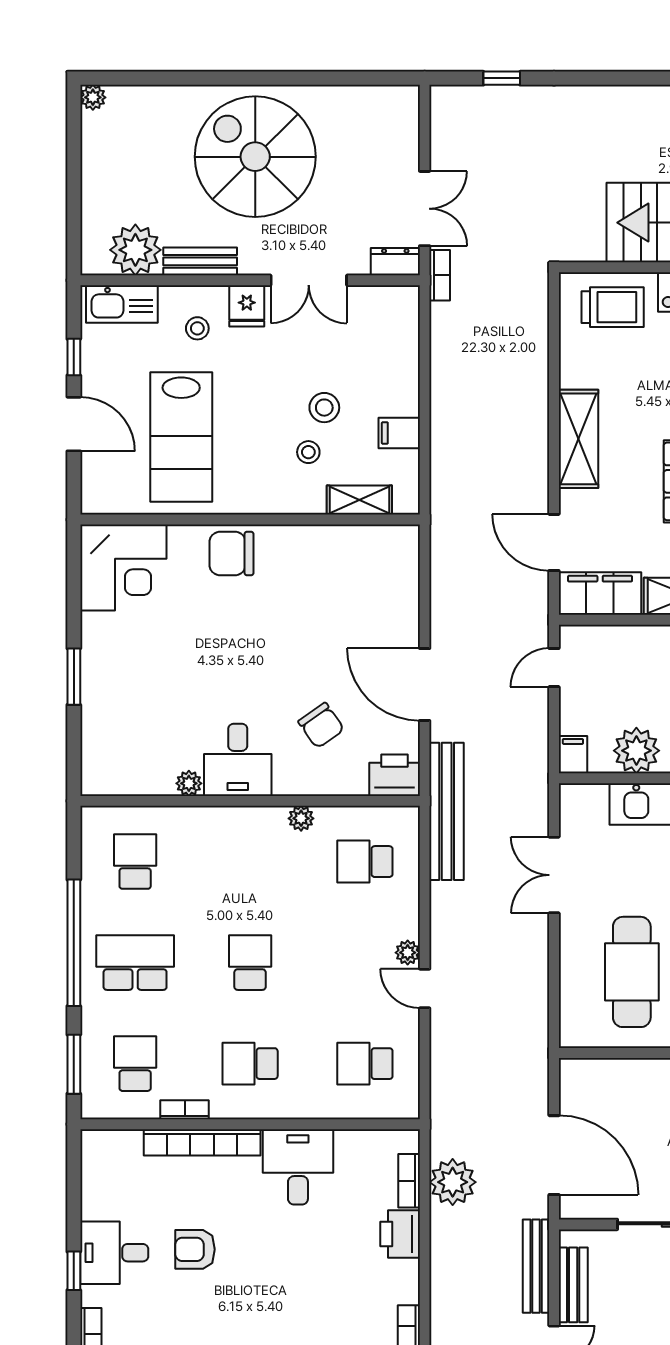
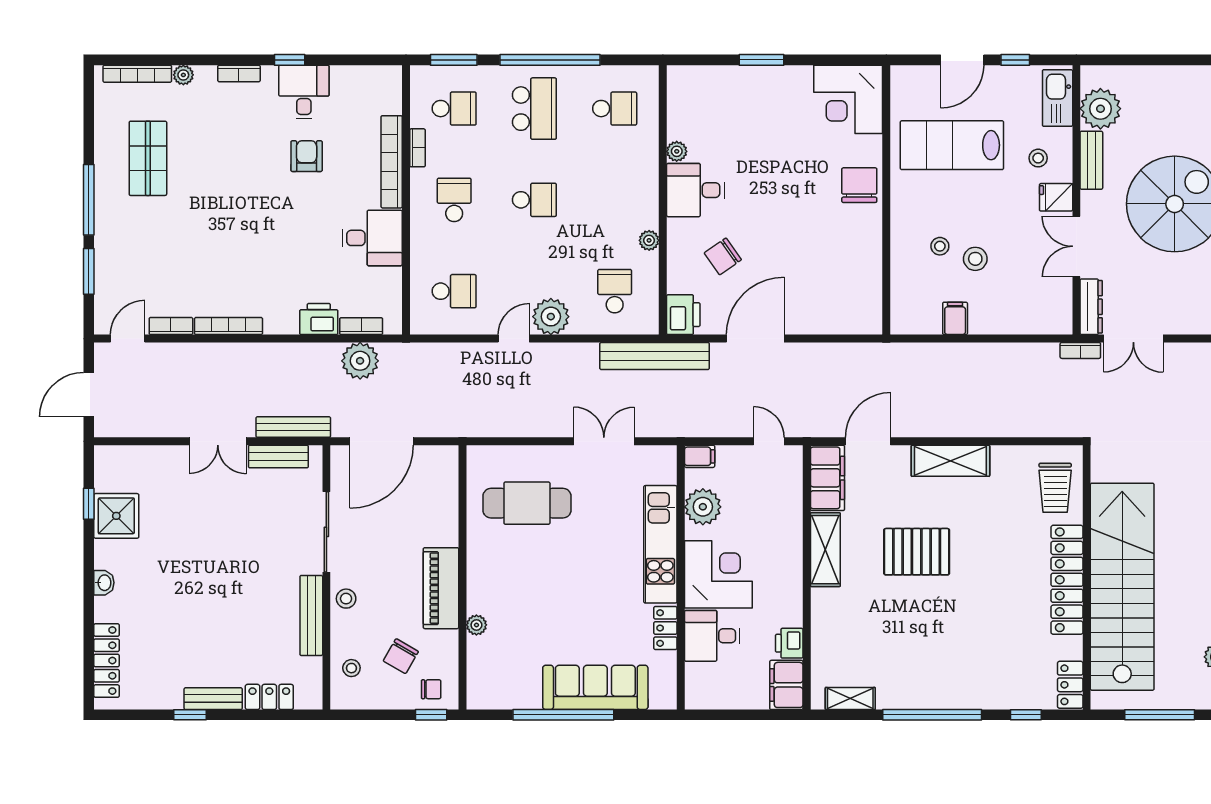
dresser: (395, 262) -> (1091, 307), width x1.44
shelving: (359, 500) -> (902, 287), removed
plant: (408, 953) -> (551, 317), width x1.88, depth x1.88
school desk: (365, 1064) -> (454, 291), turned 90

